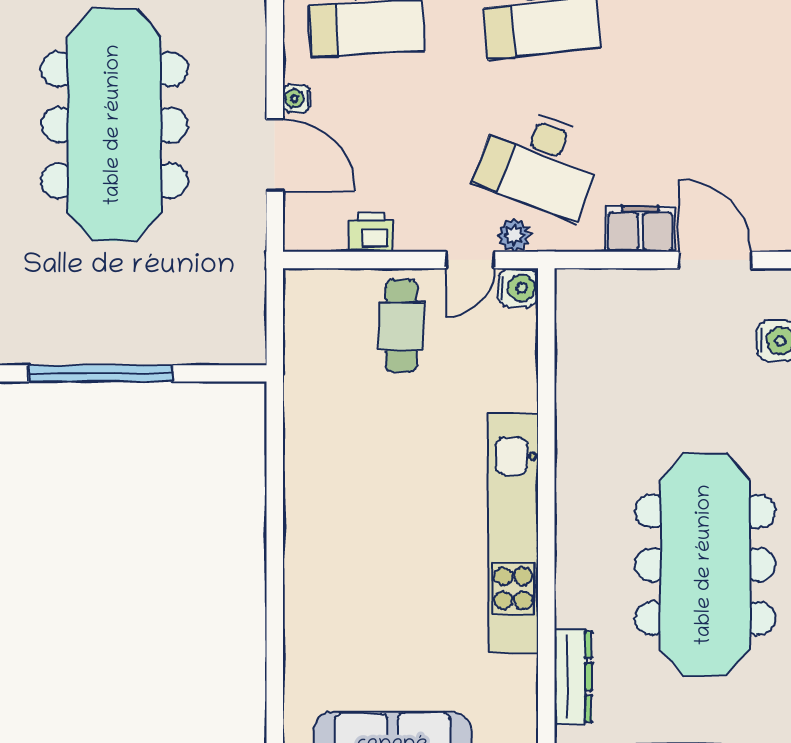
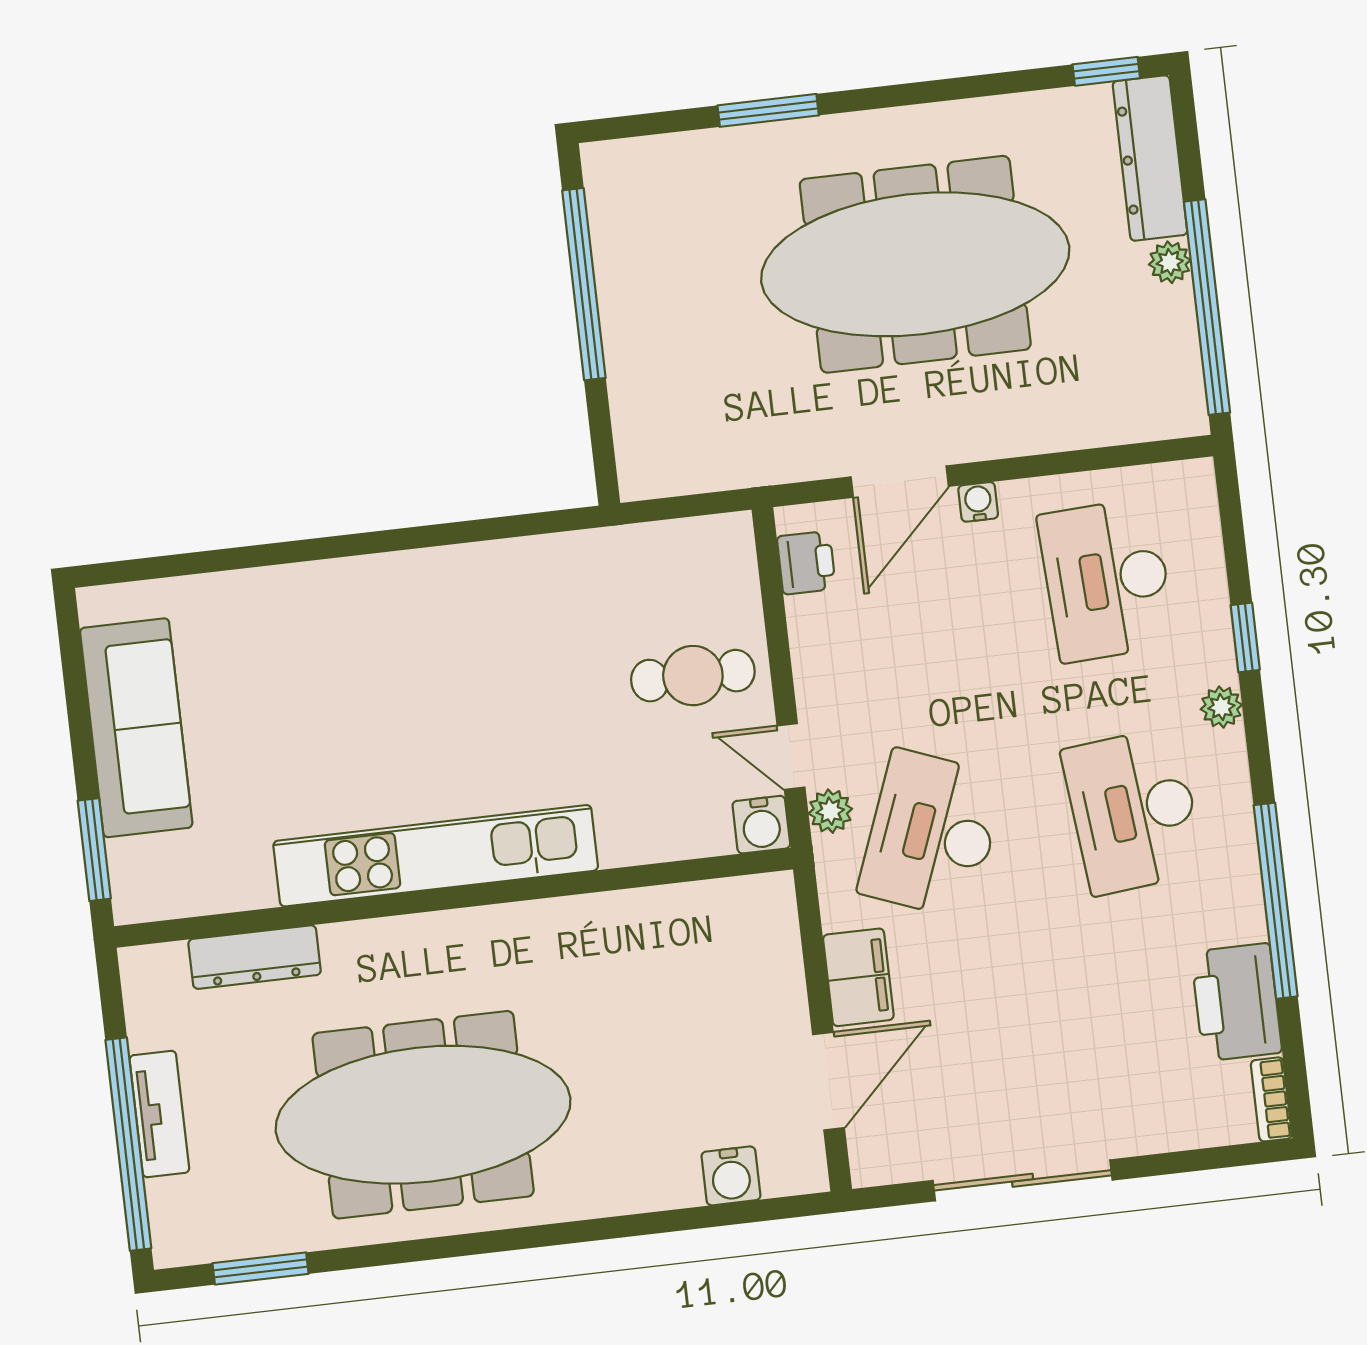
printer: (371, 232) -> (806, 563), moved

